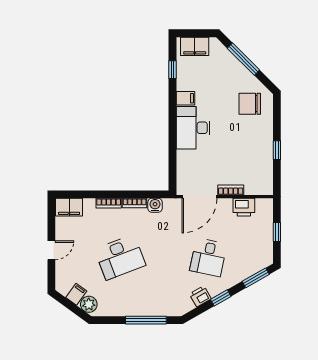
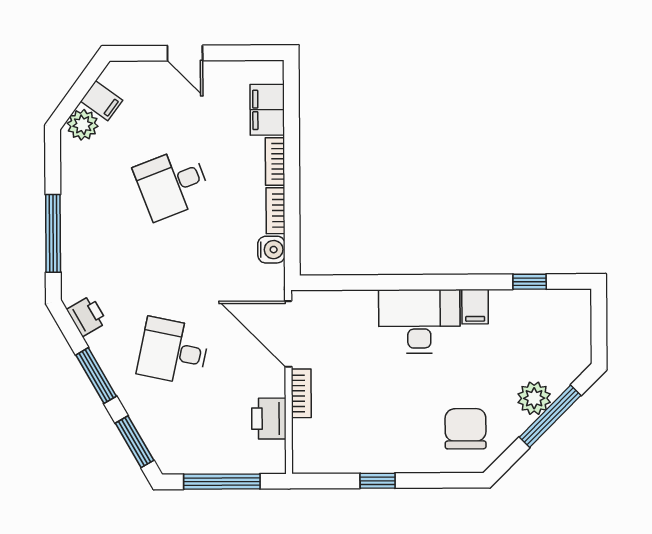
filing cabinet: (195, 46) -> (574, 323), removed
plant: (234, 67) -> (534, 398), added
filing cabinet: (69, 207) -> (267, 110), moved
window: (277, 232) -> (222, 482), width x2.17
desk: (120, 257) -> (172, 184), width x0.73
printer: (200, 296) -> (87, 316), moved
window: (221, 298) -> (96, 376), width x1.50

